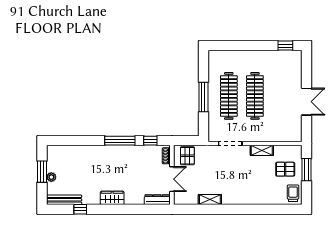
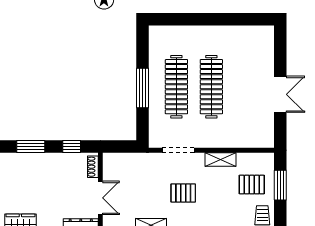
window: (285, 46) -> (252, 19), removed
window: (120, 141) -> (31, 146), width x0.69
pallet: (187, 156) -> (183, 193), moved, turned 90

